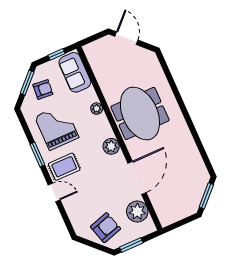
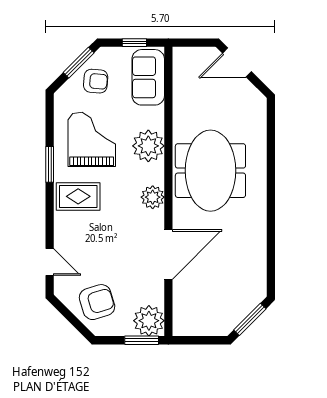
door: (126, 38) -> (237, 62), swing flipped
plant: (97, 109) -> (148, 146), width x1.87, depth x1.87
door: (54, 192) -> (50, 262), moved
plant: (137, 212) -> (149, 321), moved
window: (131, 245) -> (142, 340), moved

